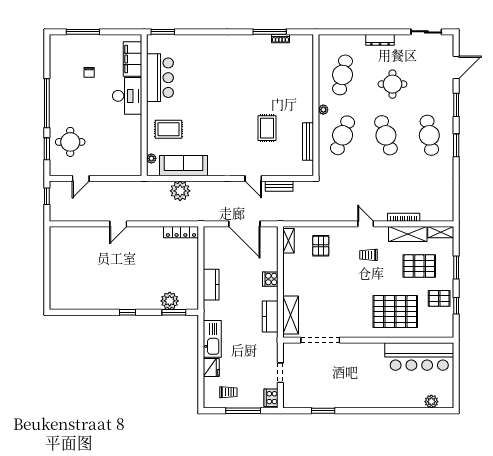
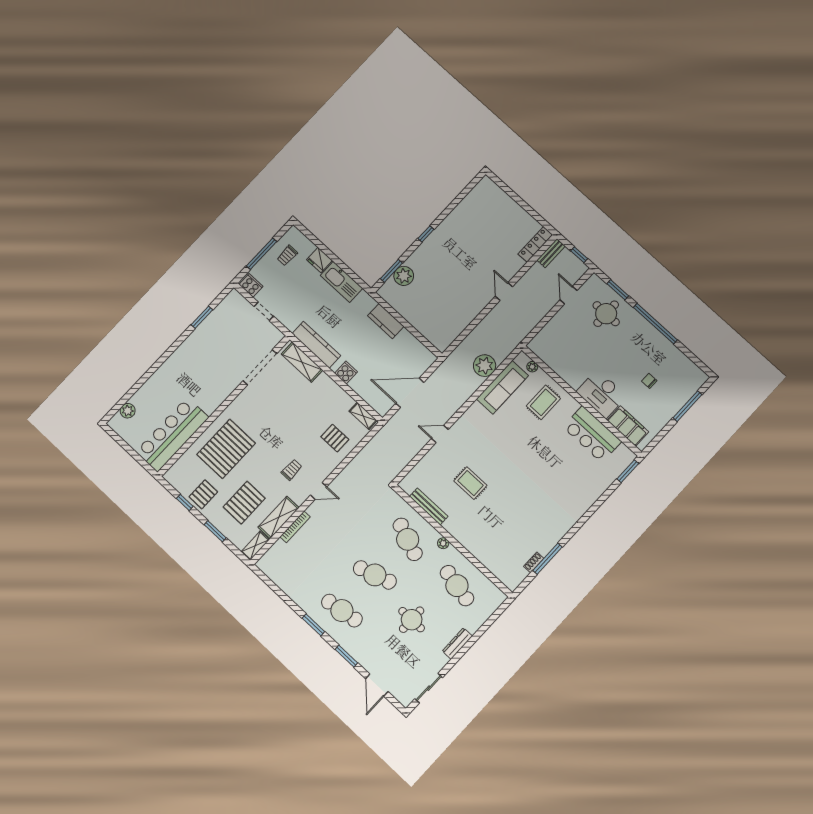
bench: (279, 186) -> (551, 253), moved
locker: (181, 232) -> (535, 244), moved
kitchen counter: (270, 316) -> (316, 345), width x1.50

